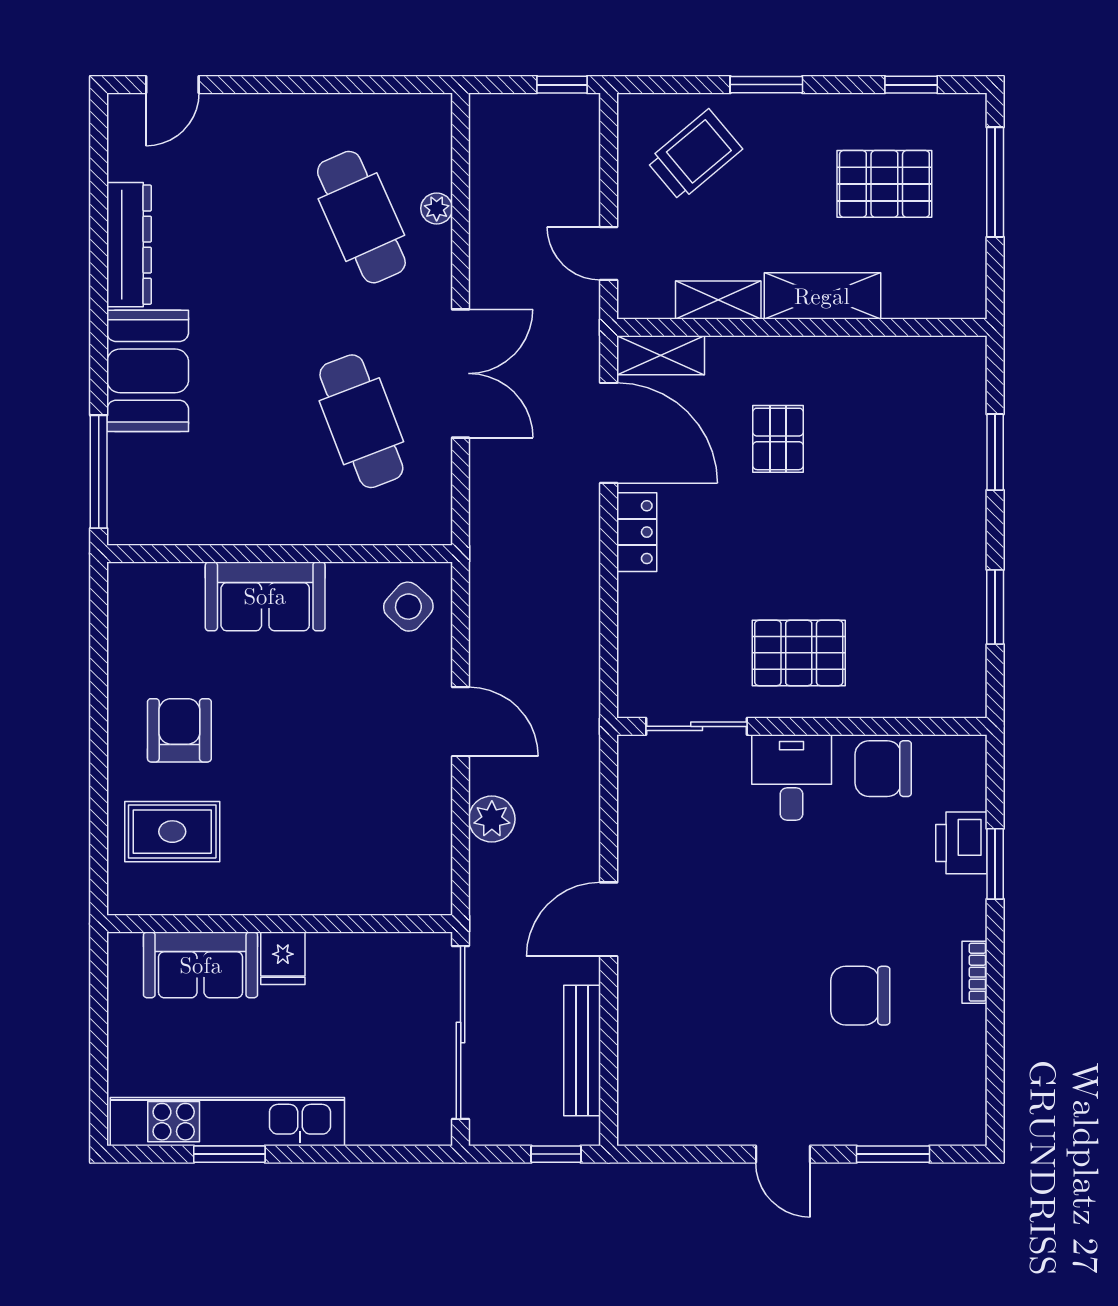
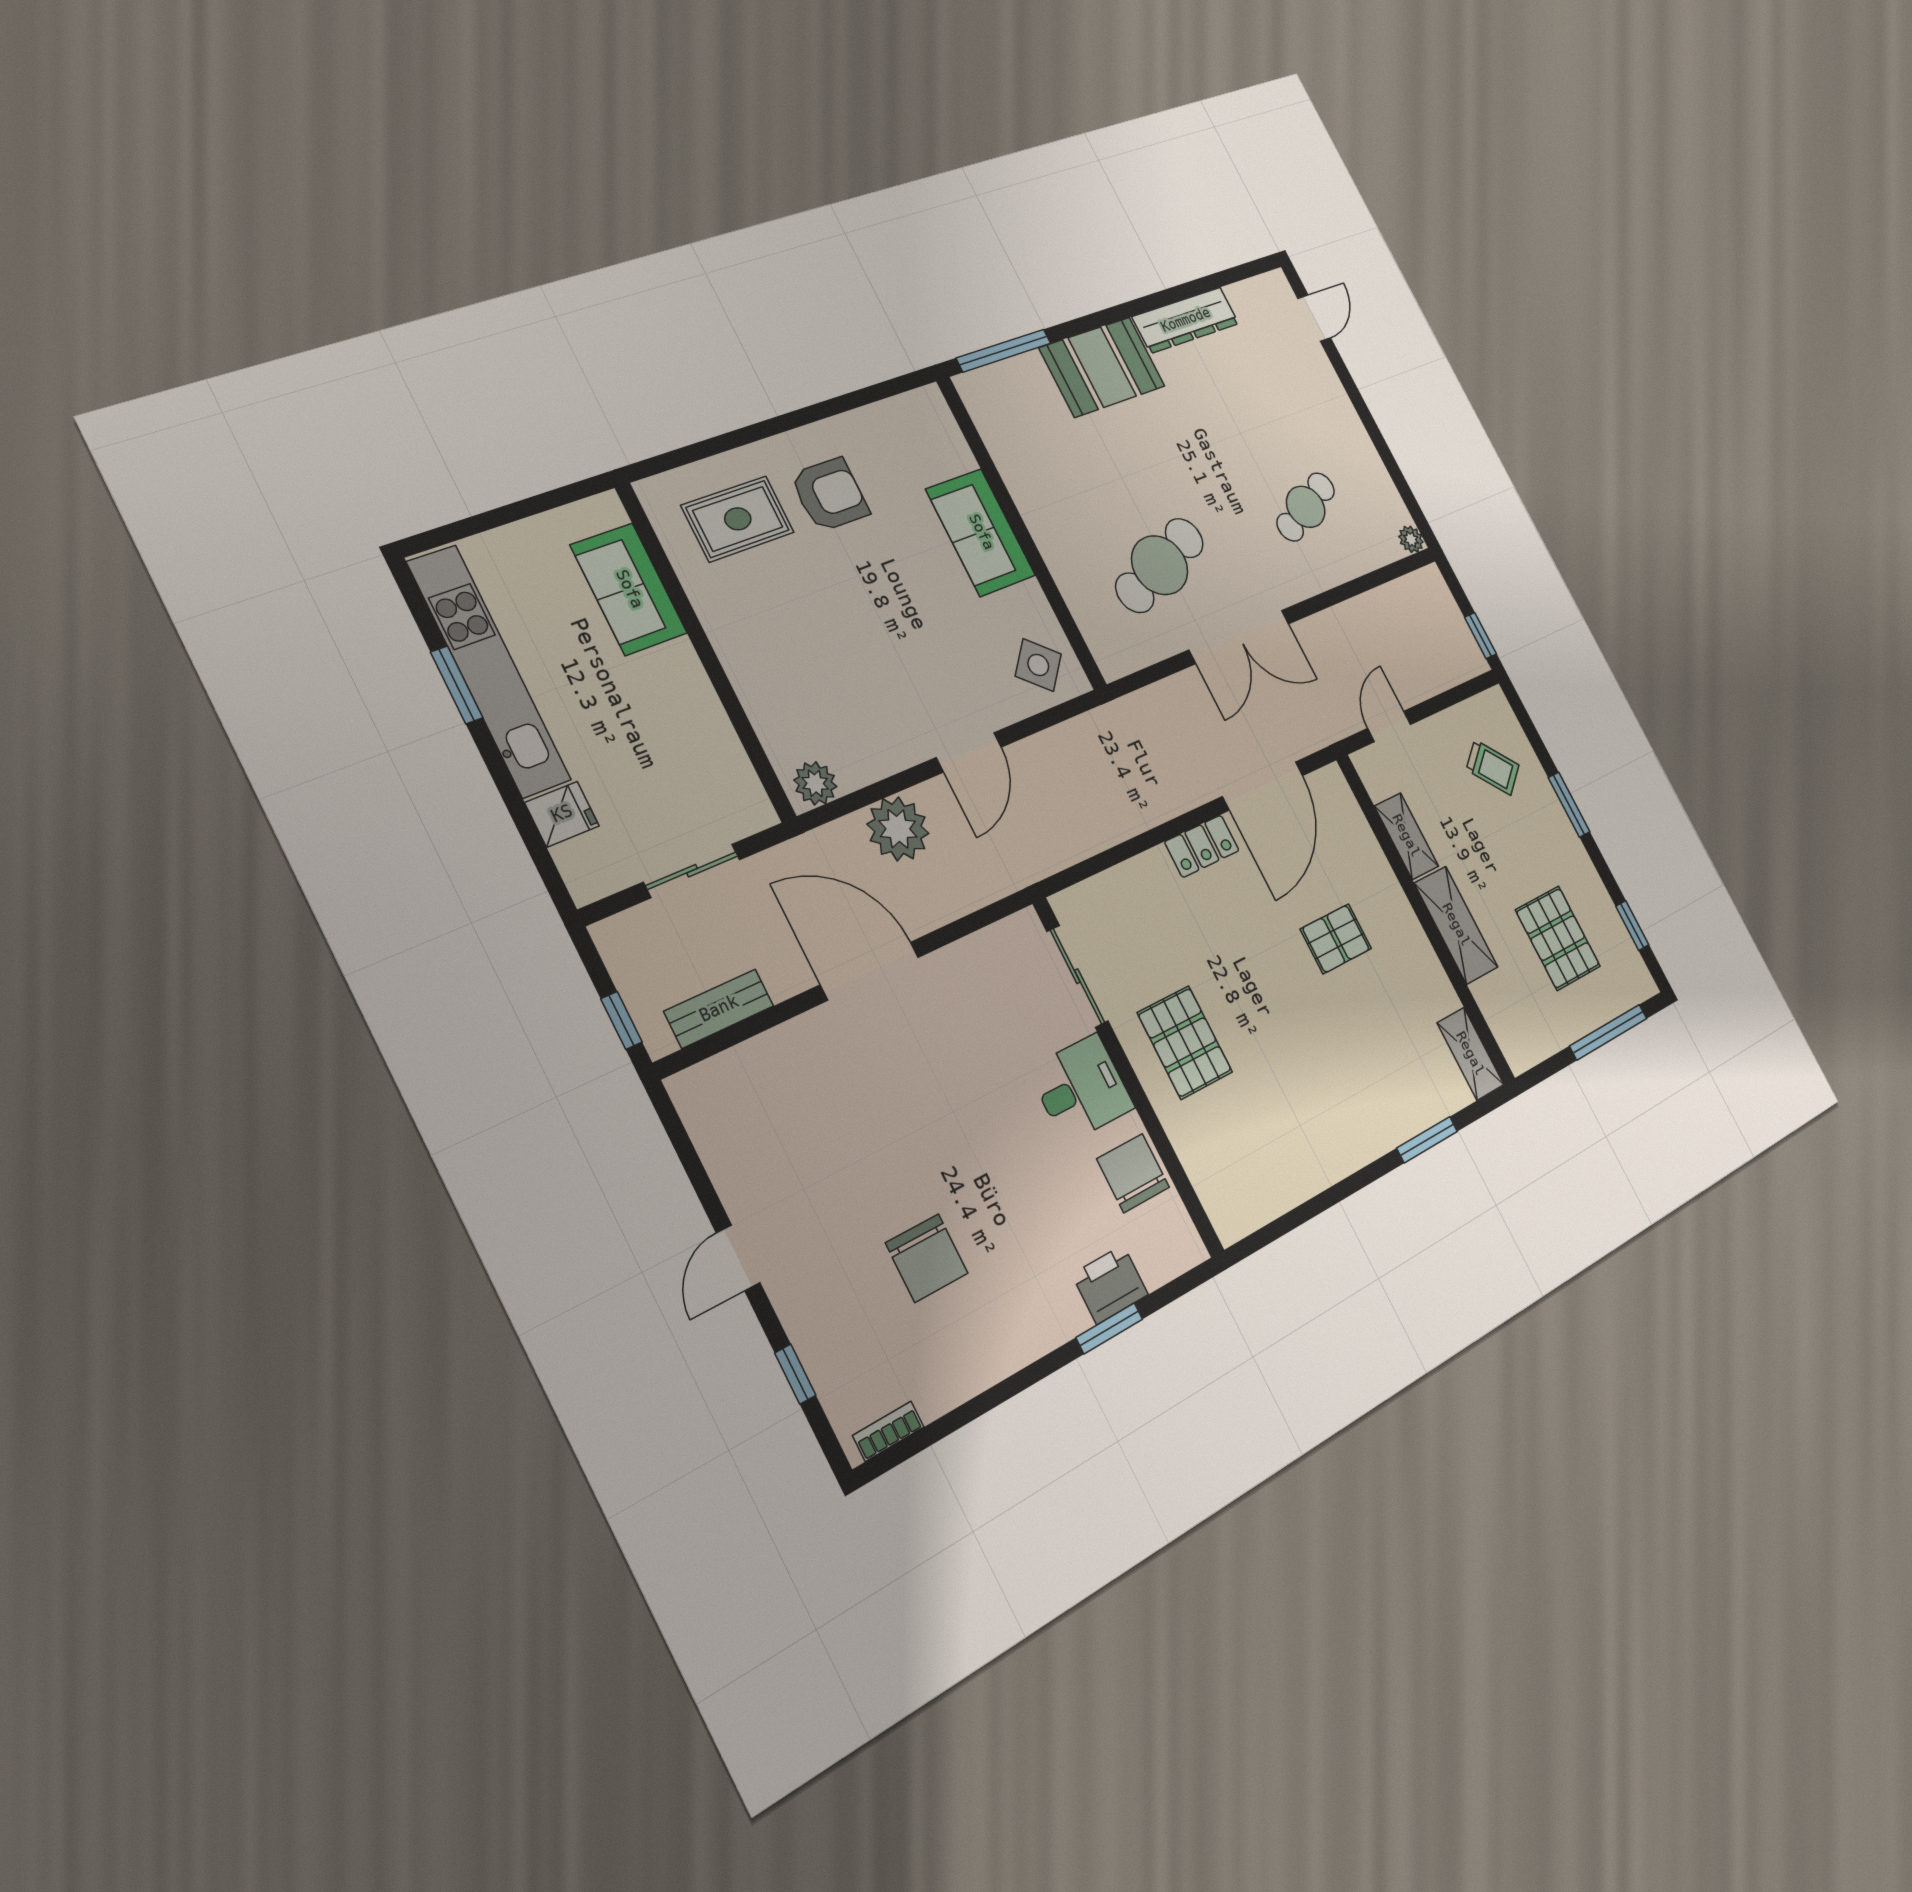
door: (172, 85) -> (1314, 318), swing flipped
trolley: (694, 155) -> (1493, 767), width x0.73, depth x0.72
plant: (437, 208) -> (1411, 539), moved
cafe table: (361, 217) -> (1306, 507), width x0.73, depth x0.74
shelving: (661, 355) -> (1470, 1054), moved
window: (995, 607) -> (1314, 1207), removed
plant: (492, 819) -> (898, 829), width x1.36, depth x1.36
rug: (172, 832) -> (738, 519), turned 90
plant: (431, 883) -> (815, 783), added
door: (609, 919) -> (870, 971), width x1.36
fridge: (283, 958) -> (562, 814), moved, turned 180
bookcase: (974, 972) -> (888, 1431), moved
chair: (860, 996) -> (927, 1258), turned 180
sliding door: (461, 1033) -> (692, 871), width x0.54
bench: (582, 1050) -> (719, 1009), width x0.73
window: (893, 1154) -> (795, 1374), width x0.67

